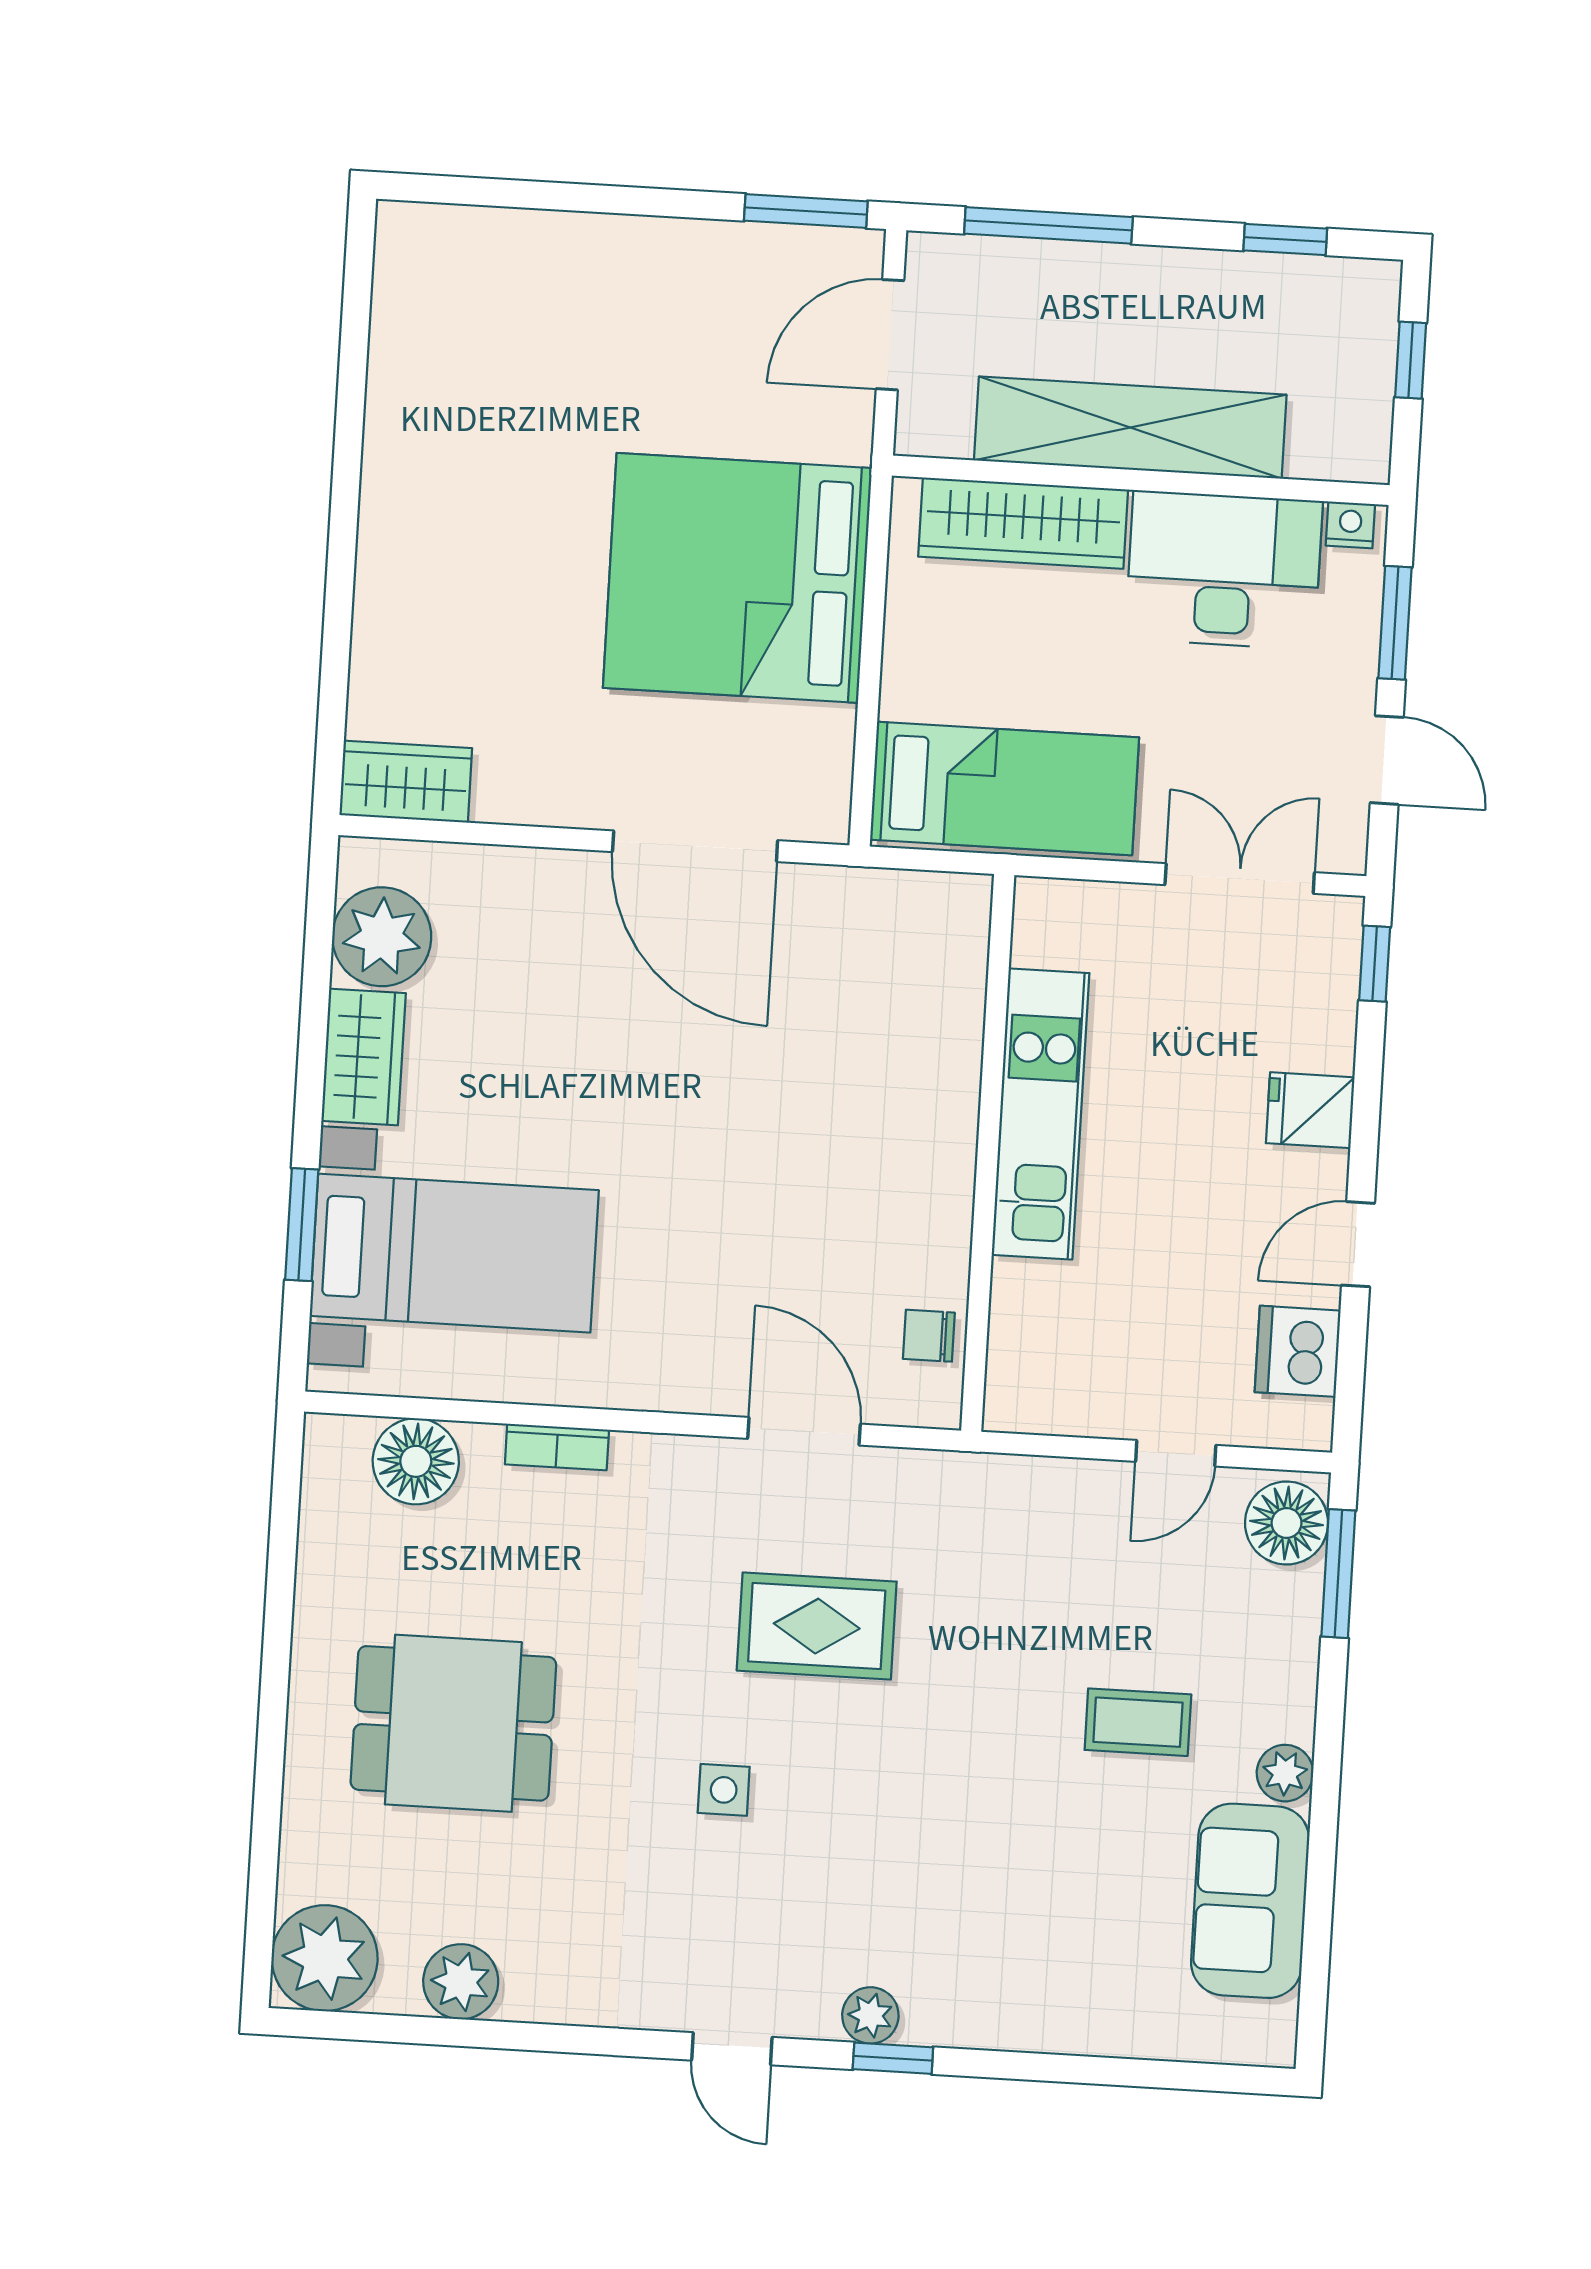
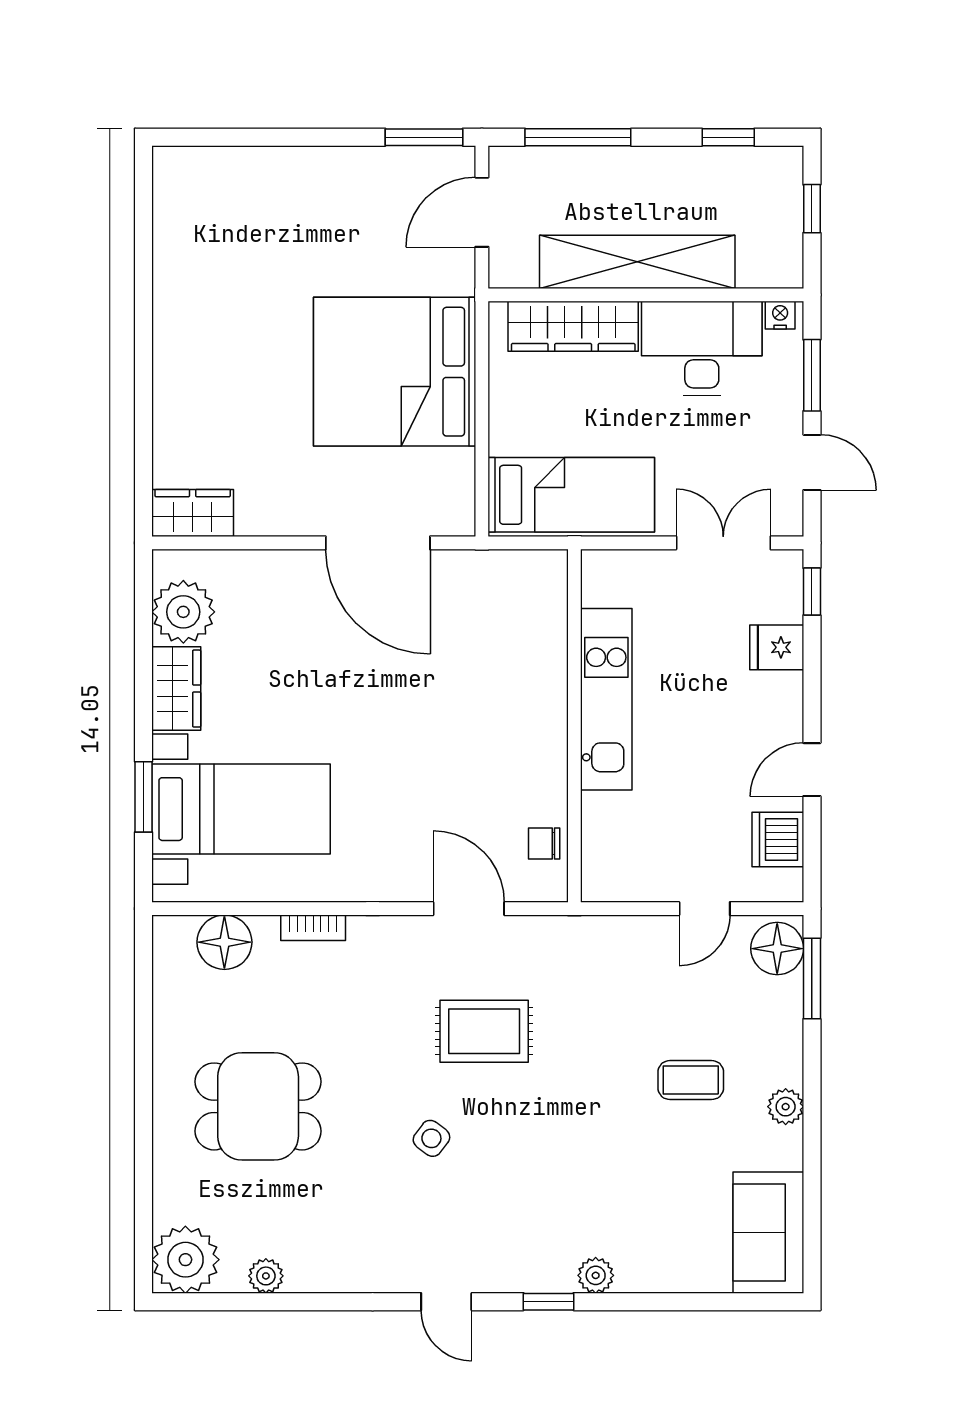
fridge: (1310, 1110) -> (777, 647), moved
side table: (724, 1790) -> (431, 1138), turned 37
sofa: (1250, 1901) -> (768, 1233), moved
plant: (461, 1982) -> (266, 1276), width x0.73, depth x0.73
plant: (870, 2015) -> (596, 1275), moved

